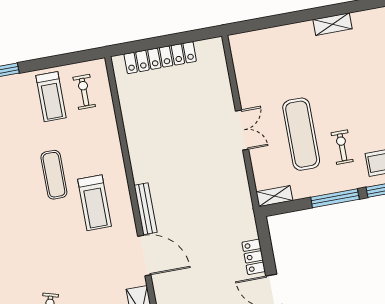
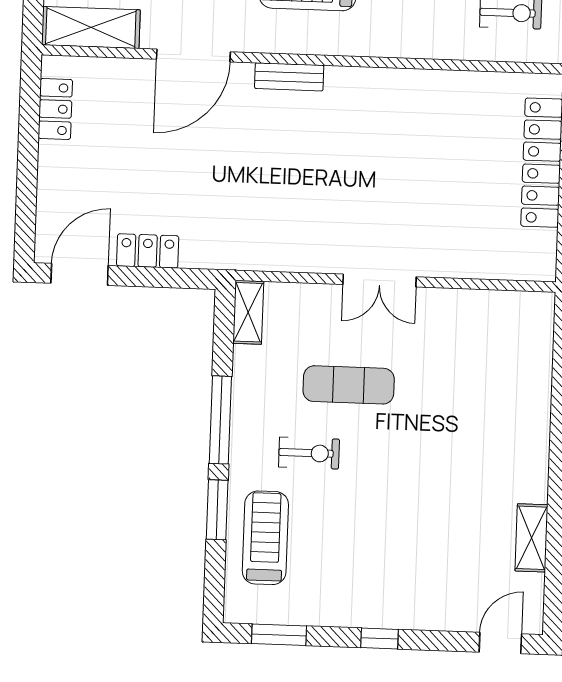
shelving: (333, 24) -> (532, 538), moved
exercise mat: (301, 134) -> (349, 385), width x0.73, depth x0.69
bench: (146, 209) -> (289, 77), width x0.73

